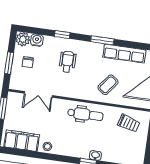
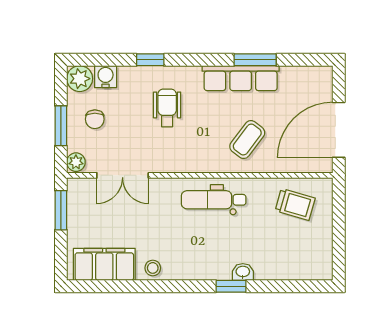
window: (102, 40) -> (255, 60), moved
row of seats: (124, 54) -> (241, 78), moved
plant: (14, 84) -> (76, 162), added
dental chair: (85, 114) -> (214, 200), turned 180

